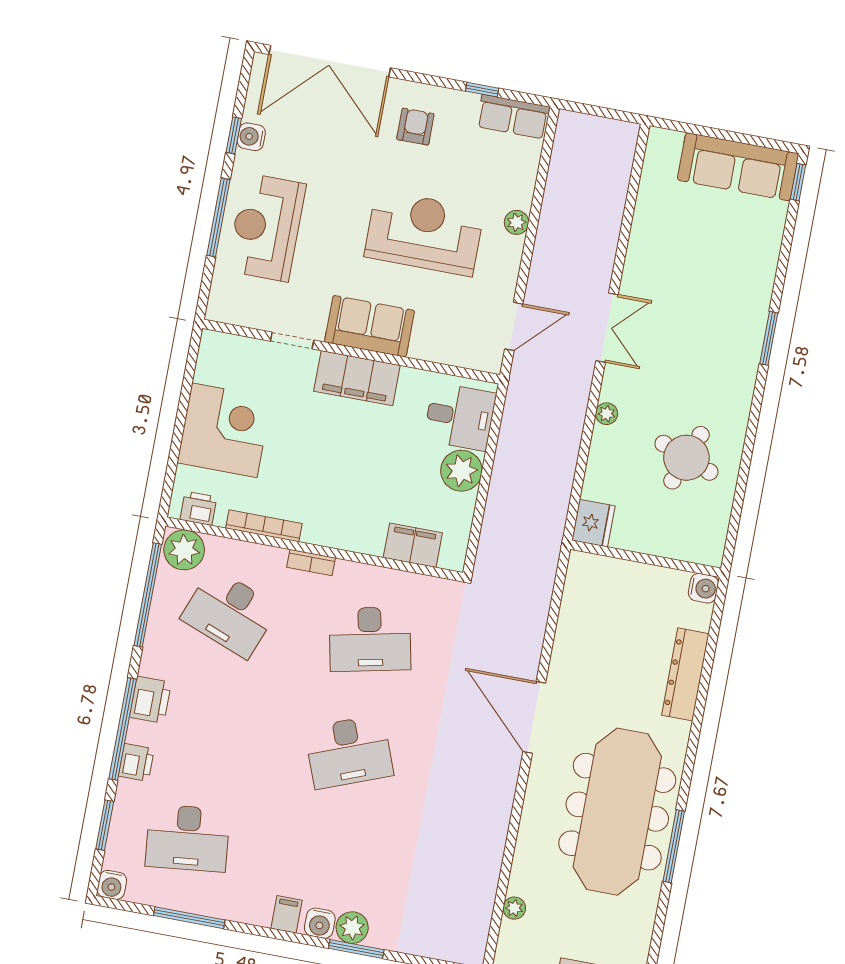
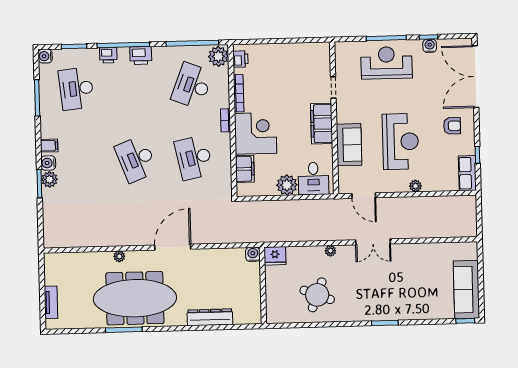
sofa: (370, 326) -> (349, 145), moved
corner desk: (224, 430) -> (256, 133), moved, turned -90
water cooler: (703, 588) -> (253, 254), moved, turned 180
plant: (514, 908) -> (119, 256), moved

